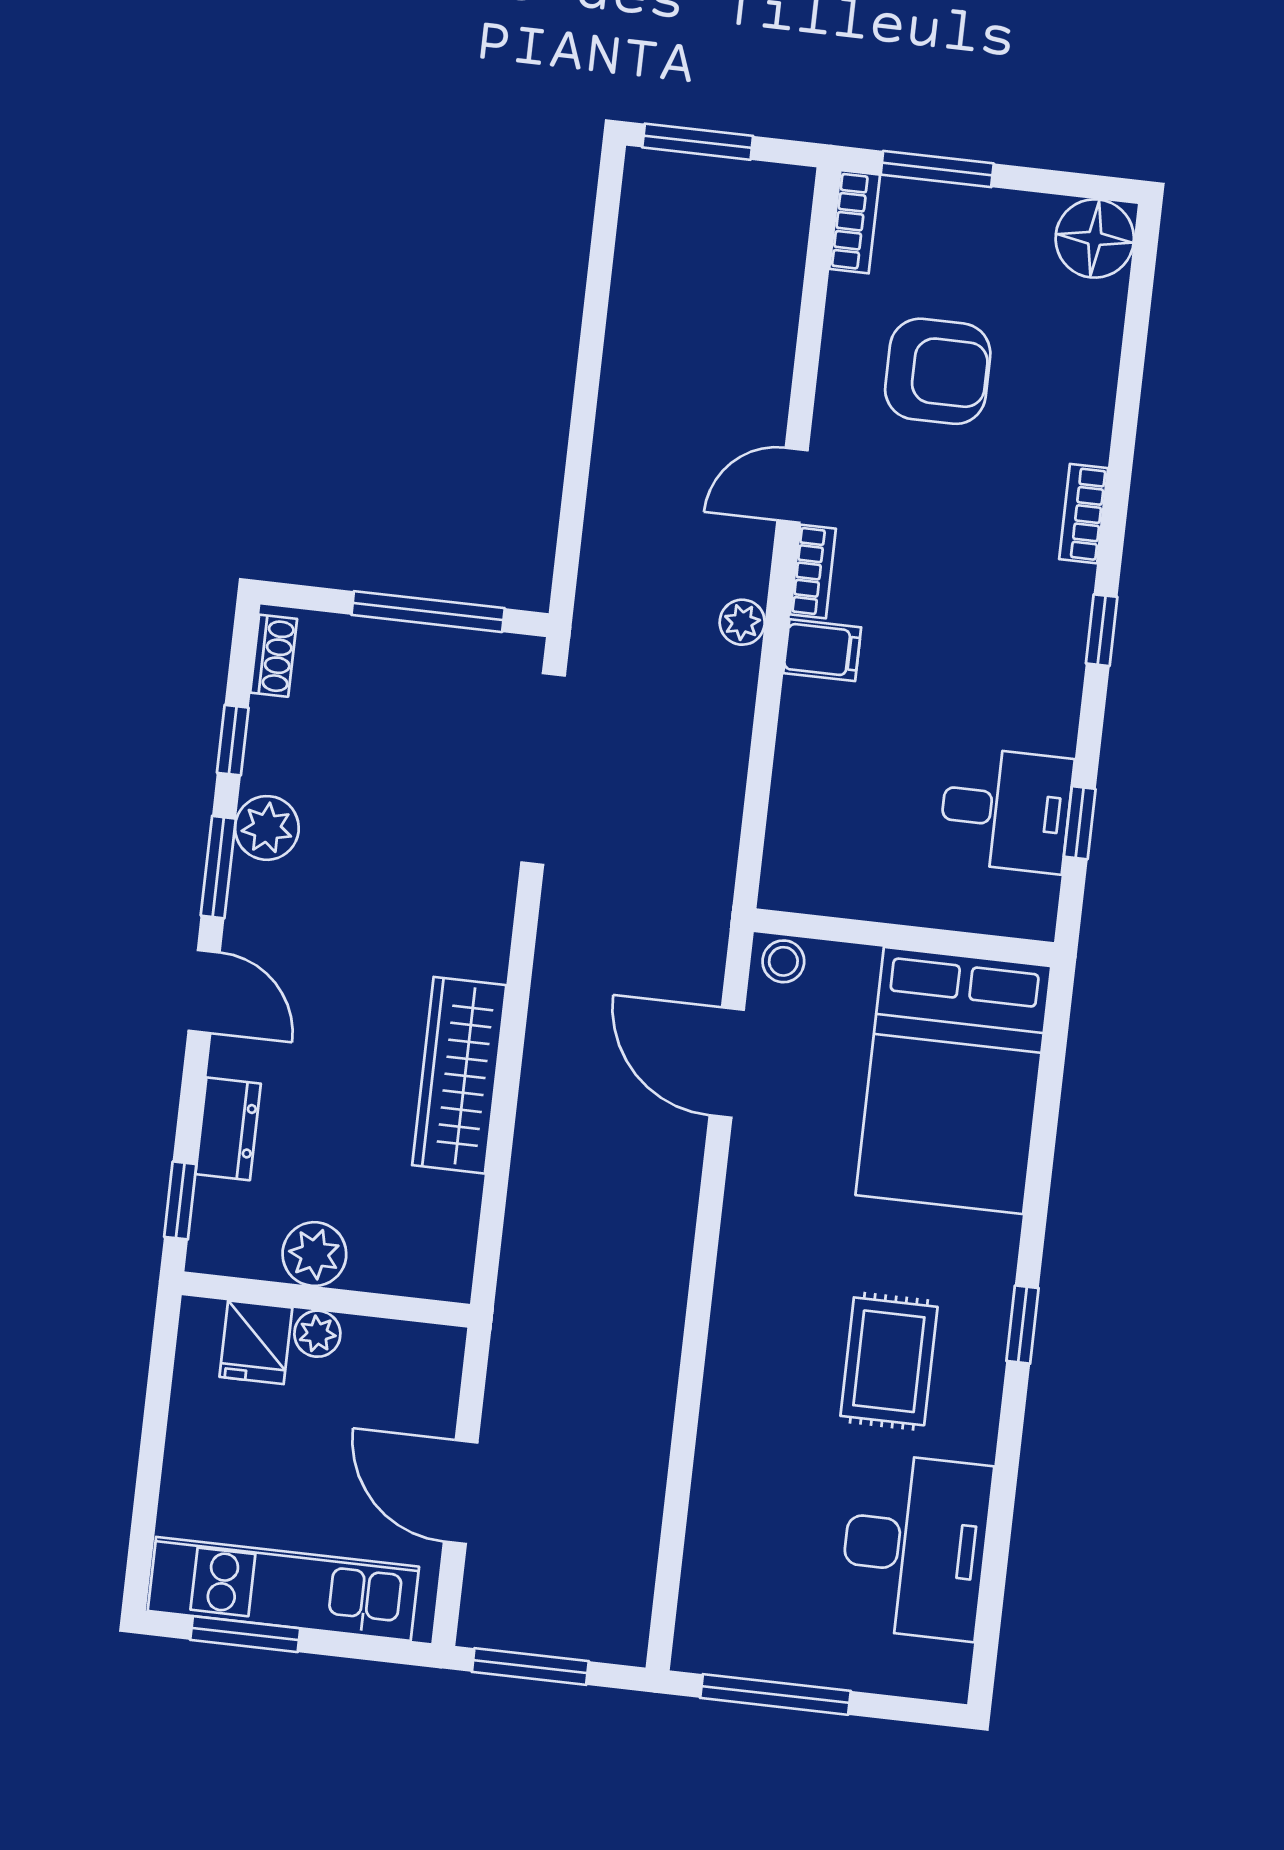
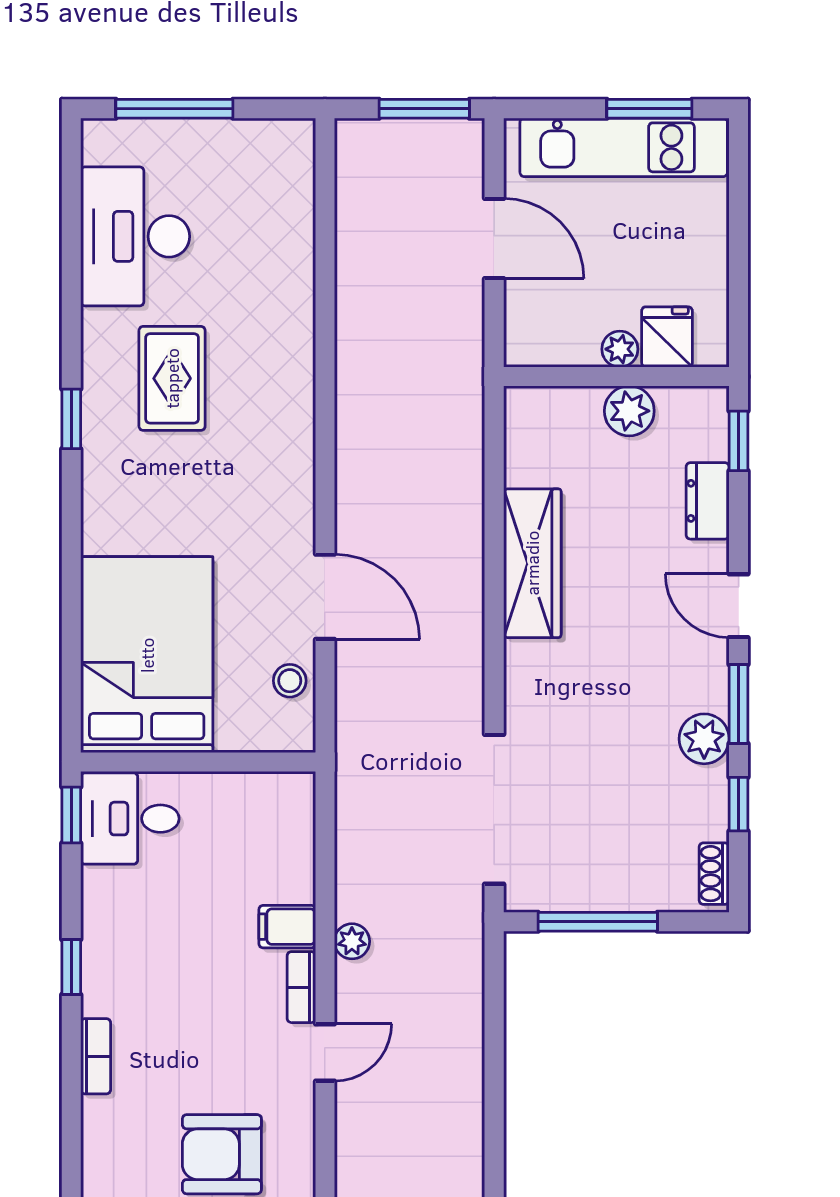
wall: (904, 937) -> (198, 762), moved
bed: (953, 1081) -> (147, 655), moved
window: (775, 1694) -> (174, 109), moved

